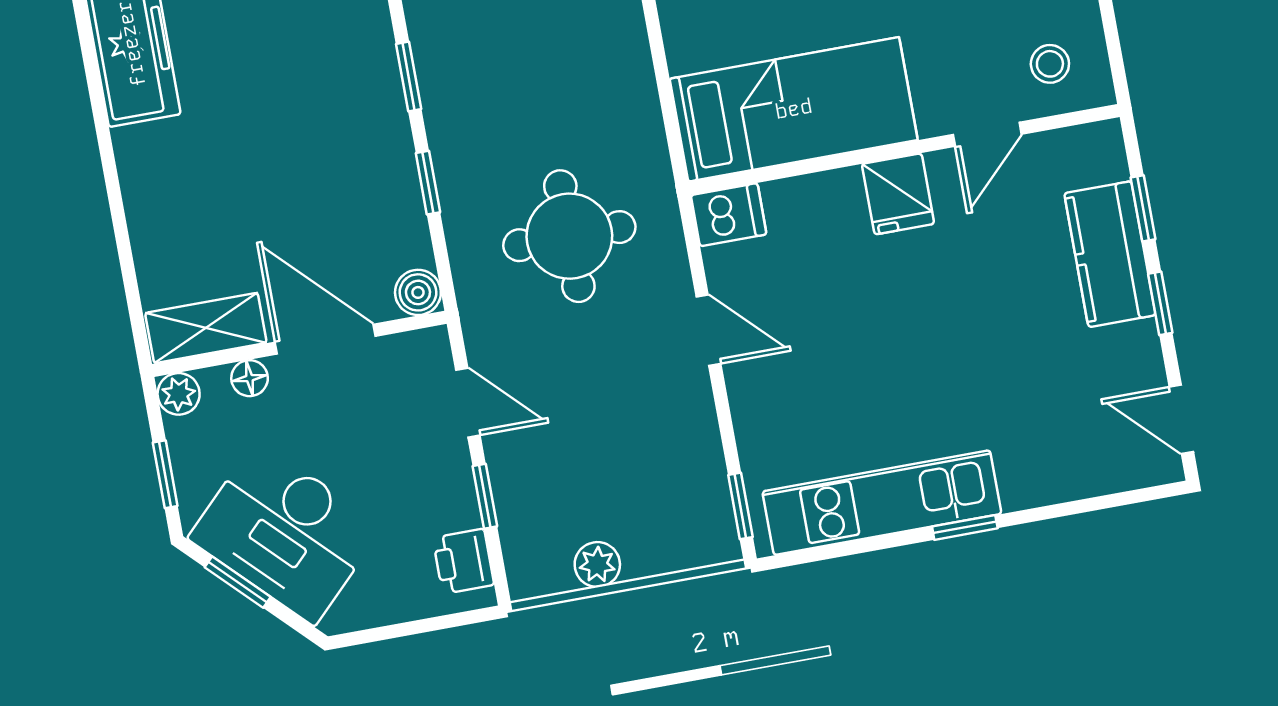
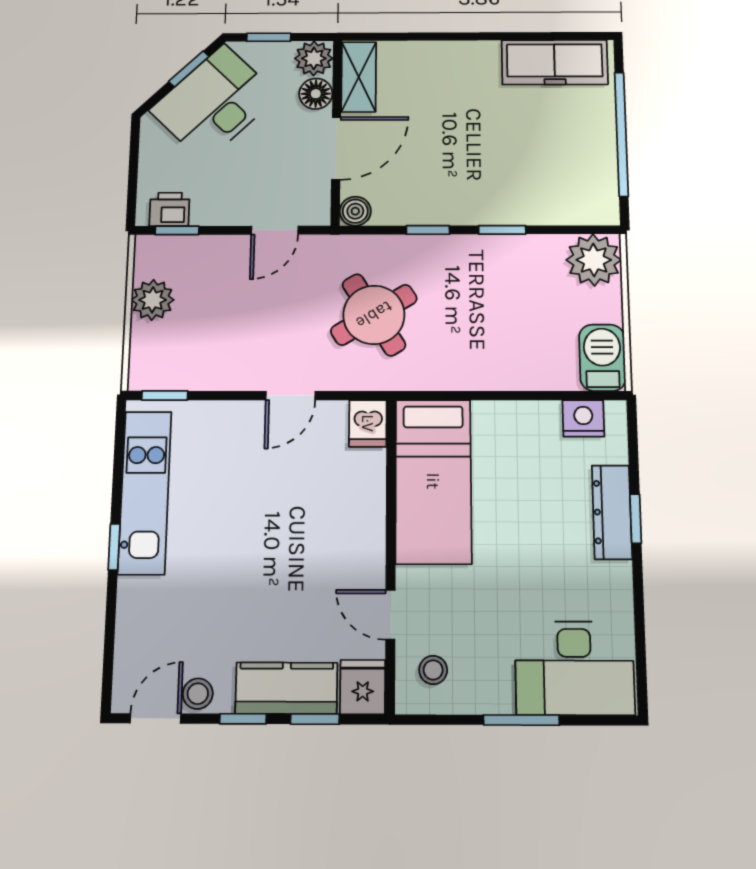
fridge: (898, 194) -> (363, 687), moved, turned 90
round table: (569, 236) -> (374, 315), turned -32
stool: (1139, 370) -> (198, 694), added
floor lamp: (250, 378) -> (316, 94), width x1.37, depth x1.37
plant: (179, 394) -> (314, 58), width x1.38, depth x1.38
window: (485, 496) -> (177, 230), moved
plant: (597, 565) -> (153, 300), width x1.38, depth x1.38

